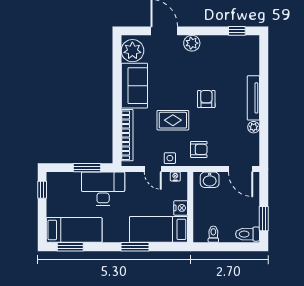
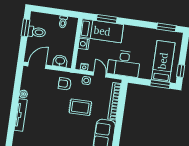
armchair: (206, 99) -> (54, 119), removed
window: (87, 168) -> (160, 84), moved
door: (241, 169) -> (37, 66), hinge flipped
desk: (103, 189) -> (124, 64), moved
bed: (74, 230) -> (163, 61), moved, turned 90
toilet: (248, 234) -> (37, 32), moved
window: (135, 247) -> (107, 19), moved

